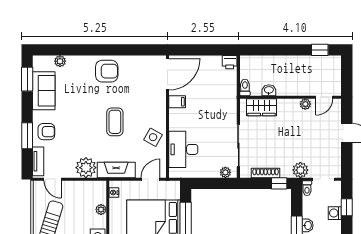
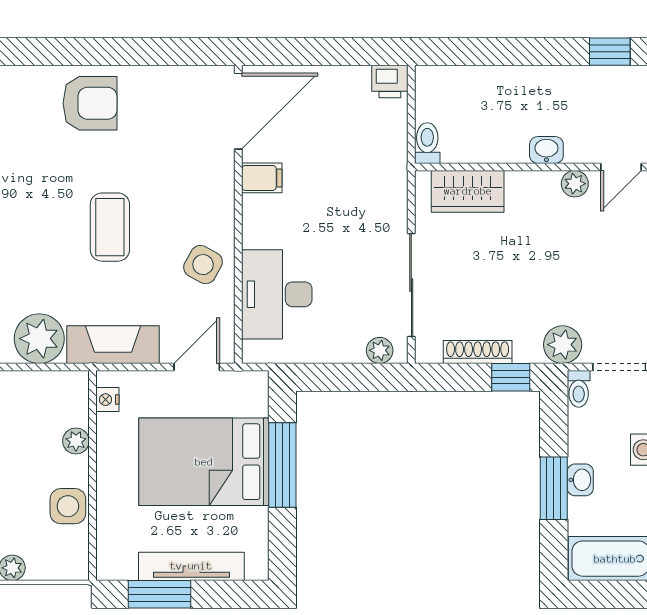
washbasin: (269, 90) -> (546, 150), moved

